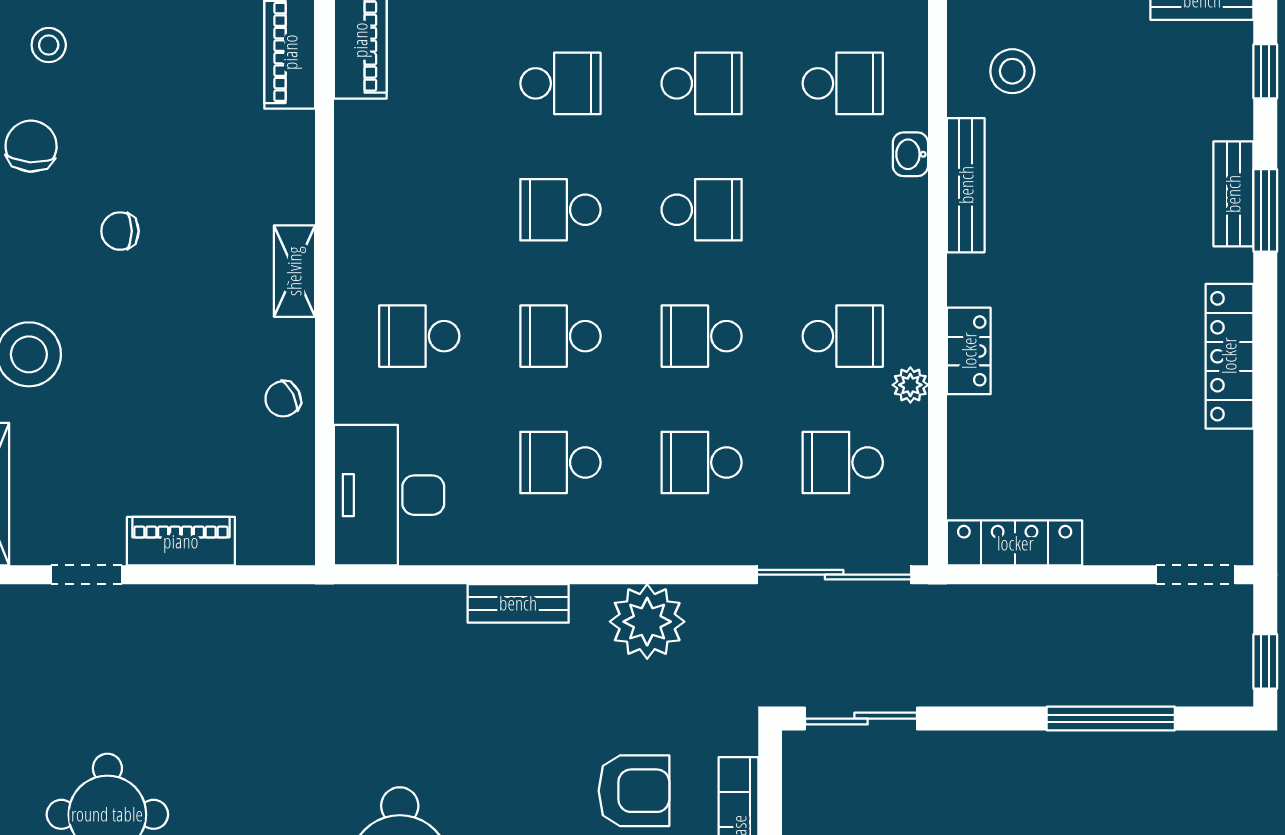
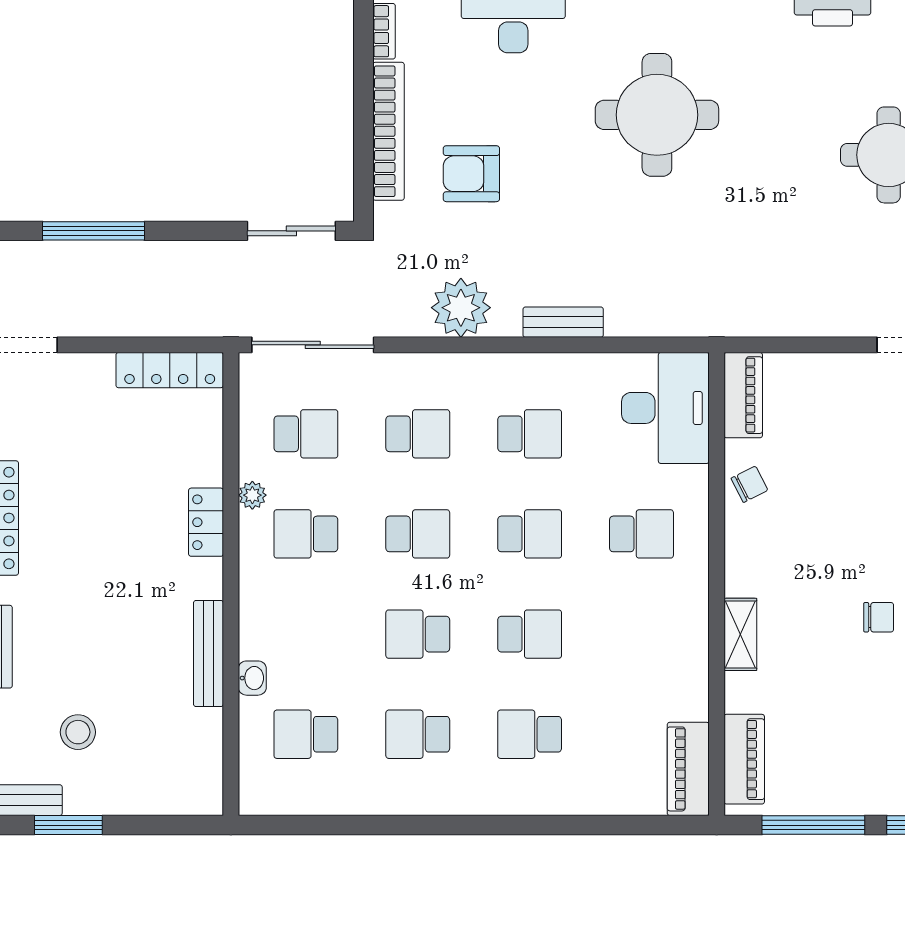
stool: (1012, 71) -> (78, 732), moved
shelving: (294, 271) -> (740, 634), moved
piano: (181, 541) -> (743, 395), moved, turned -90

